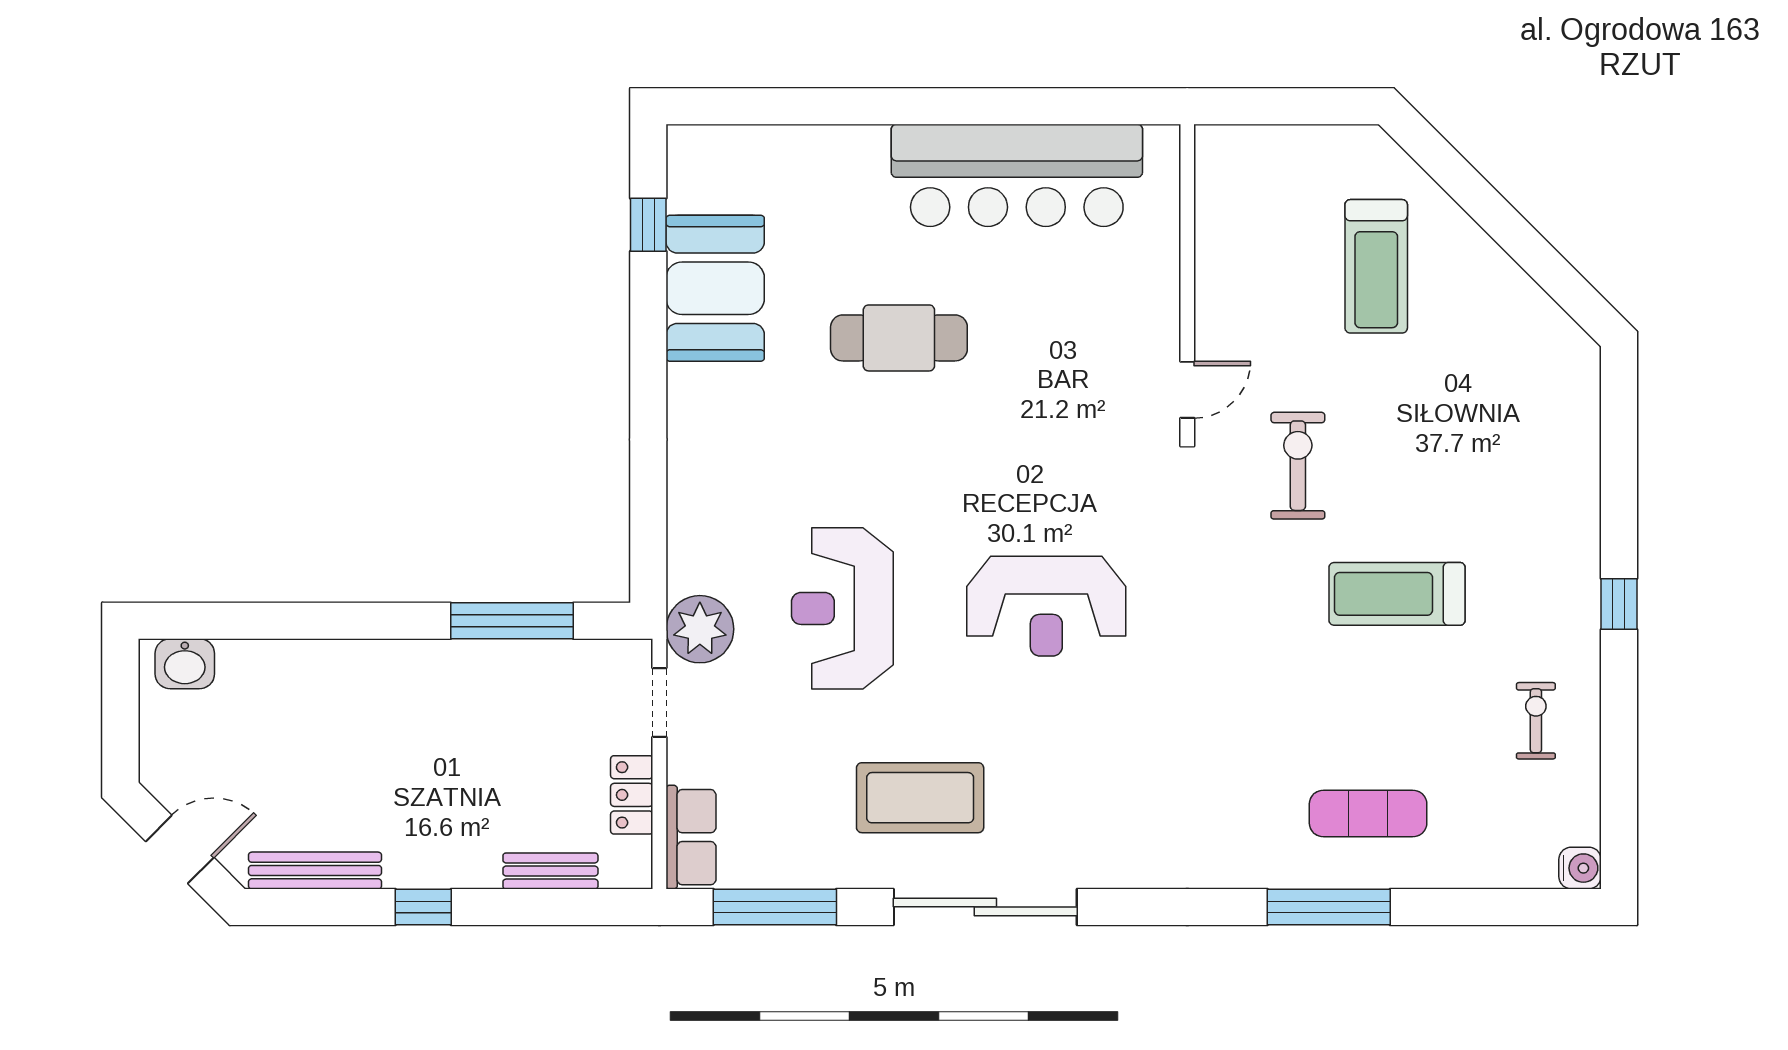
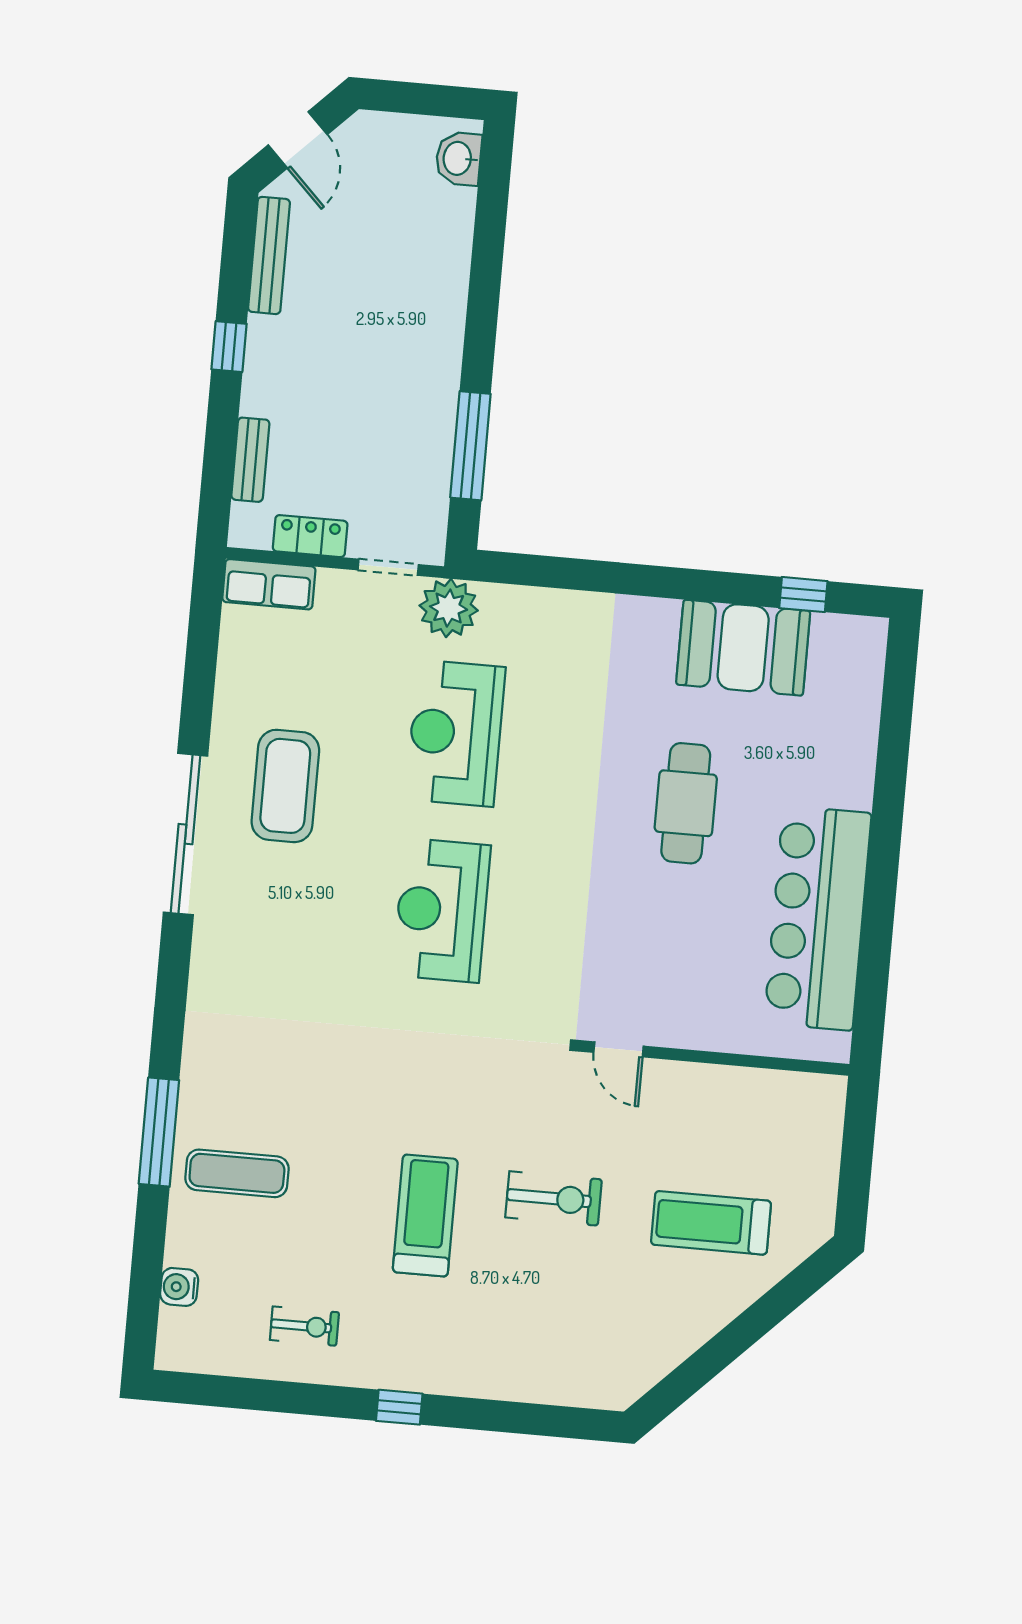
exercise bike: (1298, 466) -> (554, 1198), moved
reception desk: (842, 608) -> (456, 733), turned -90
exercise mat: (1368, 814) -> (237, 1173), turned 90
water cooler: (1580, 868) -> (179, 1287), moved, turned 90
window: (775, 907) -> (202, 652), removed

